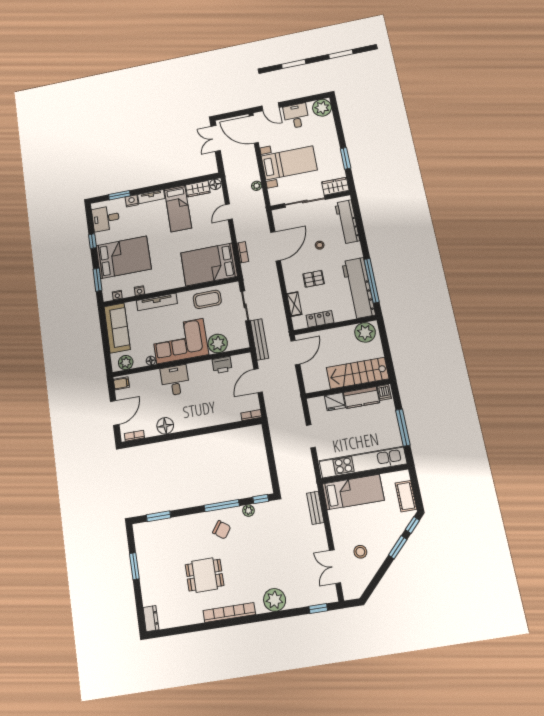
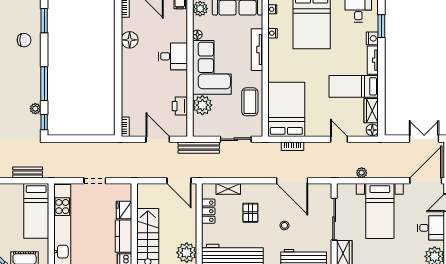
chair: (222, 530) -> (24, 40), moved, turned -126

